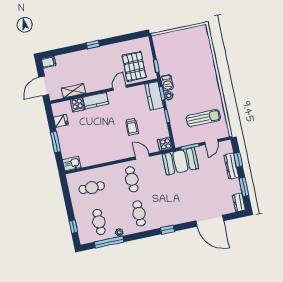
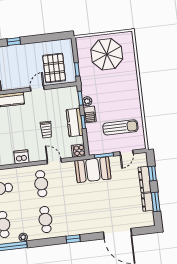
parasol: (184, 49) -> (107, 54), added
barbecue: (167, 83) -> (90, 114), moved
kitchen counter: (154, 96) -> (75, 122), moved
dishwasher: (110, 155) -> (21, 157), added
dresser: (239, 202) -> (147, 202), moved

